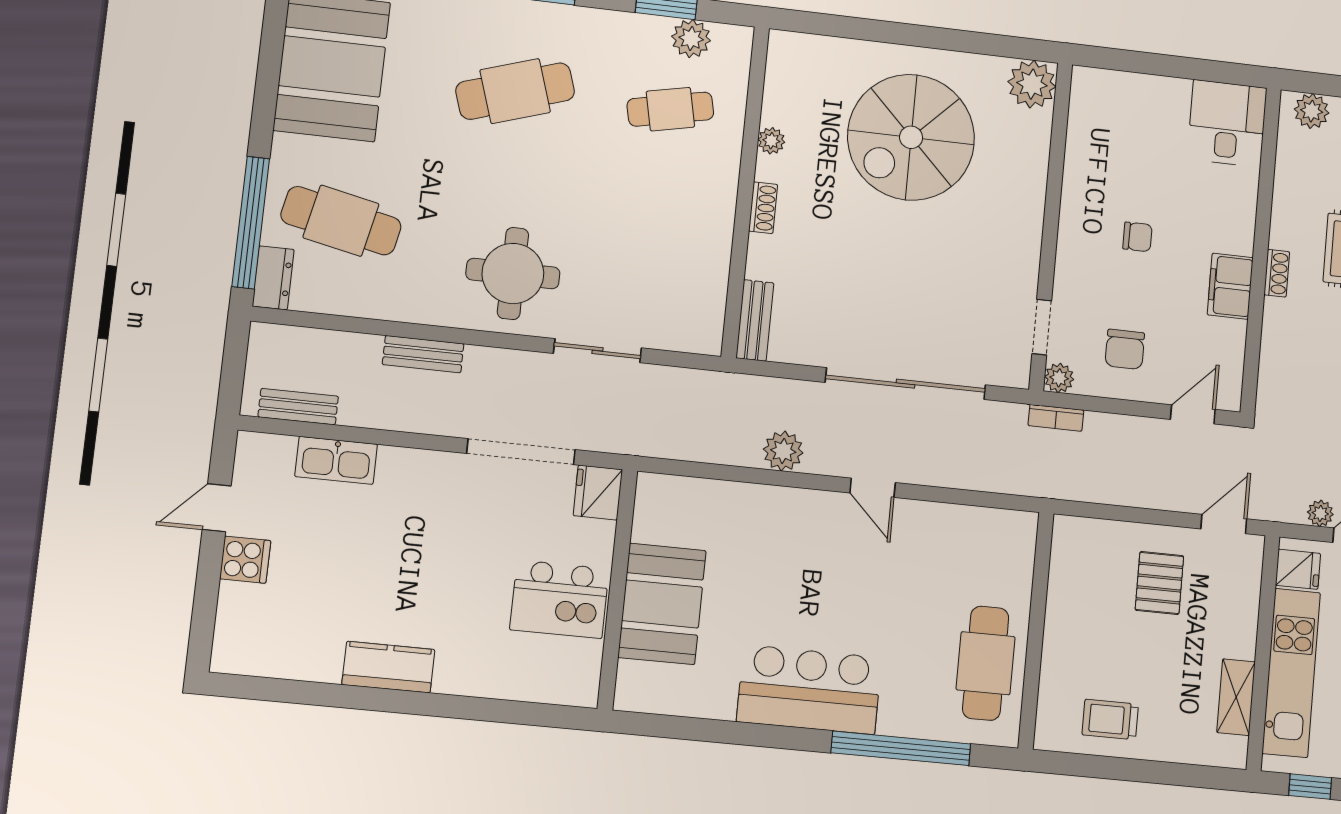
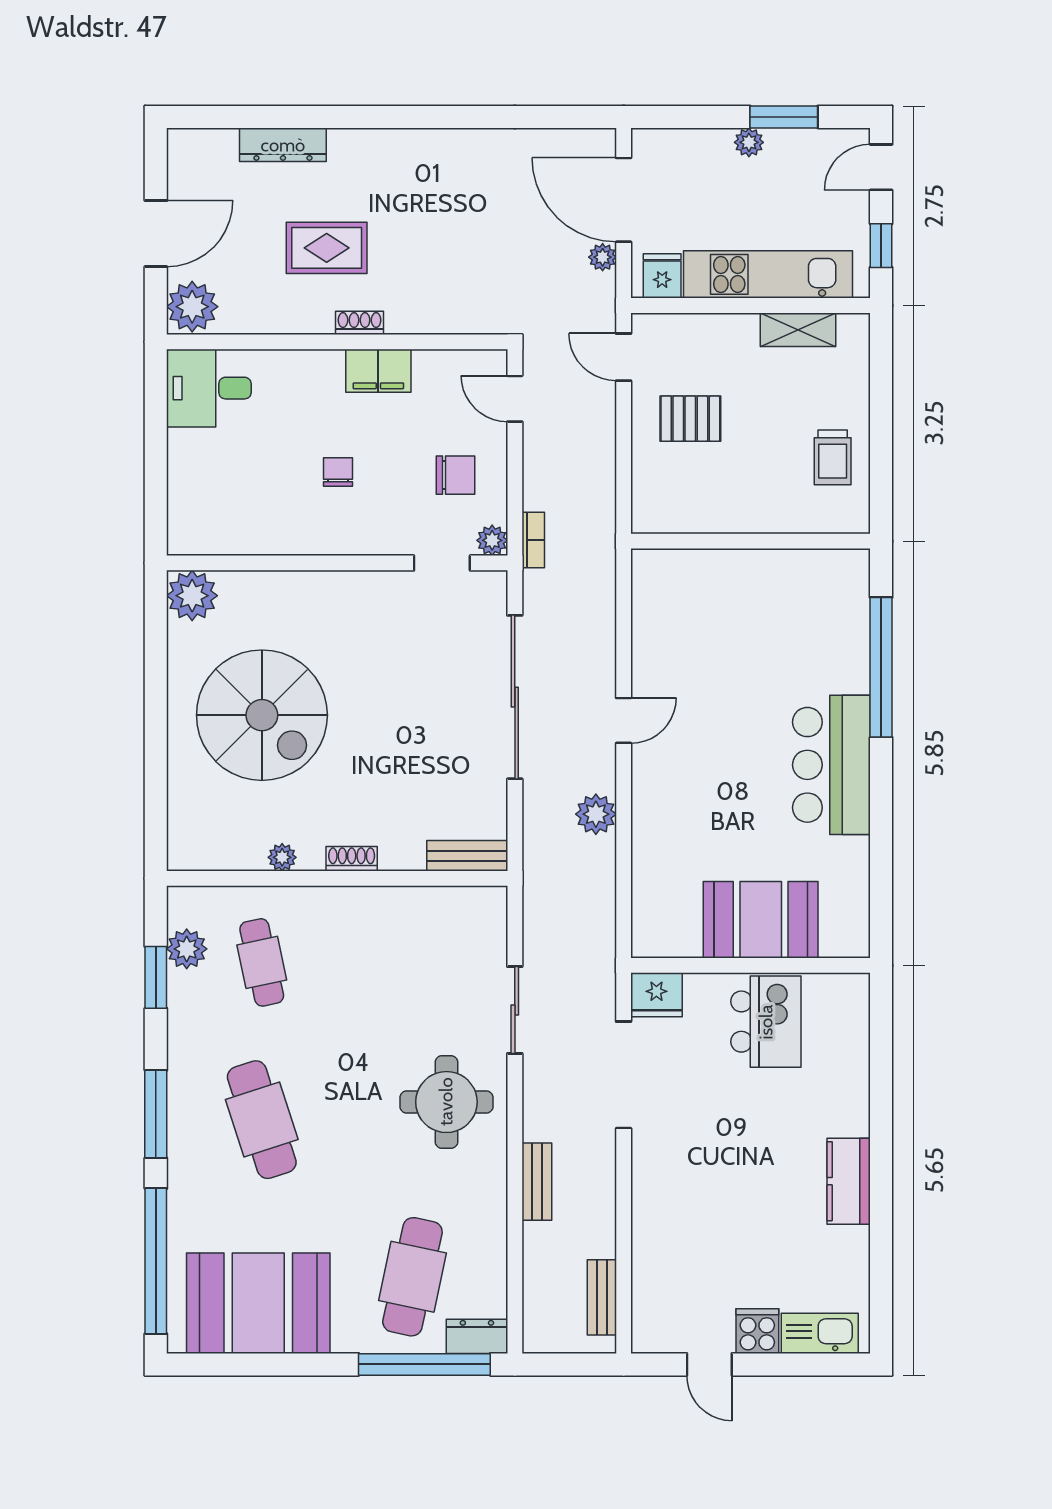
plant: (1312, 111) -> (192, 307), width x1.36, depth x1.36
kitchen sink: (336, 460) -> (820, 1333), moved, turned -90
cafe table: (986, 663) -> (788, 590), removed

